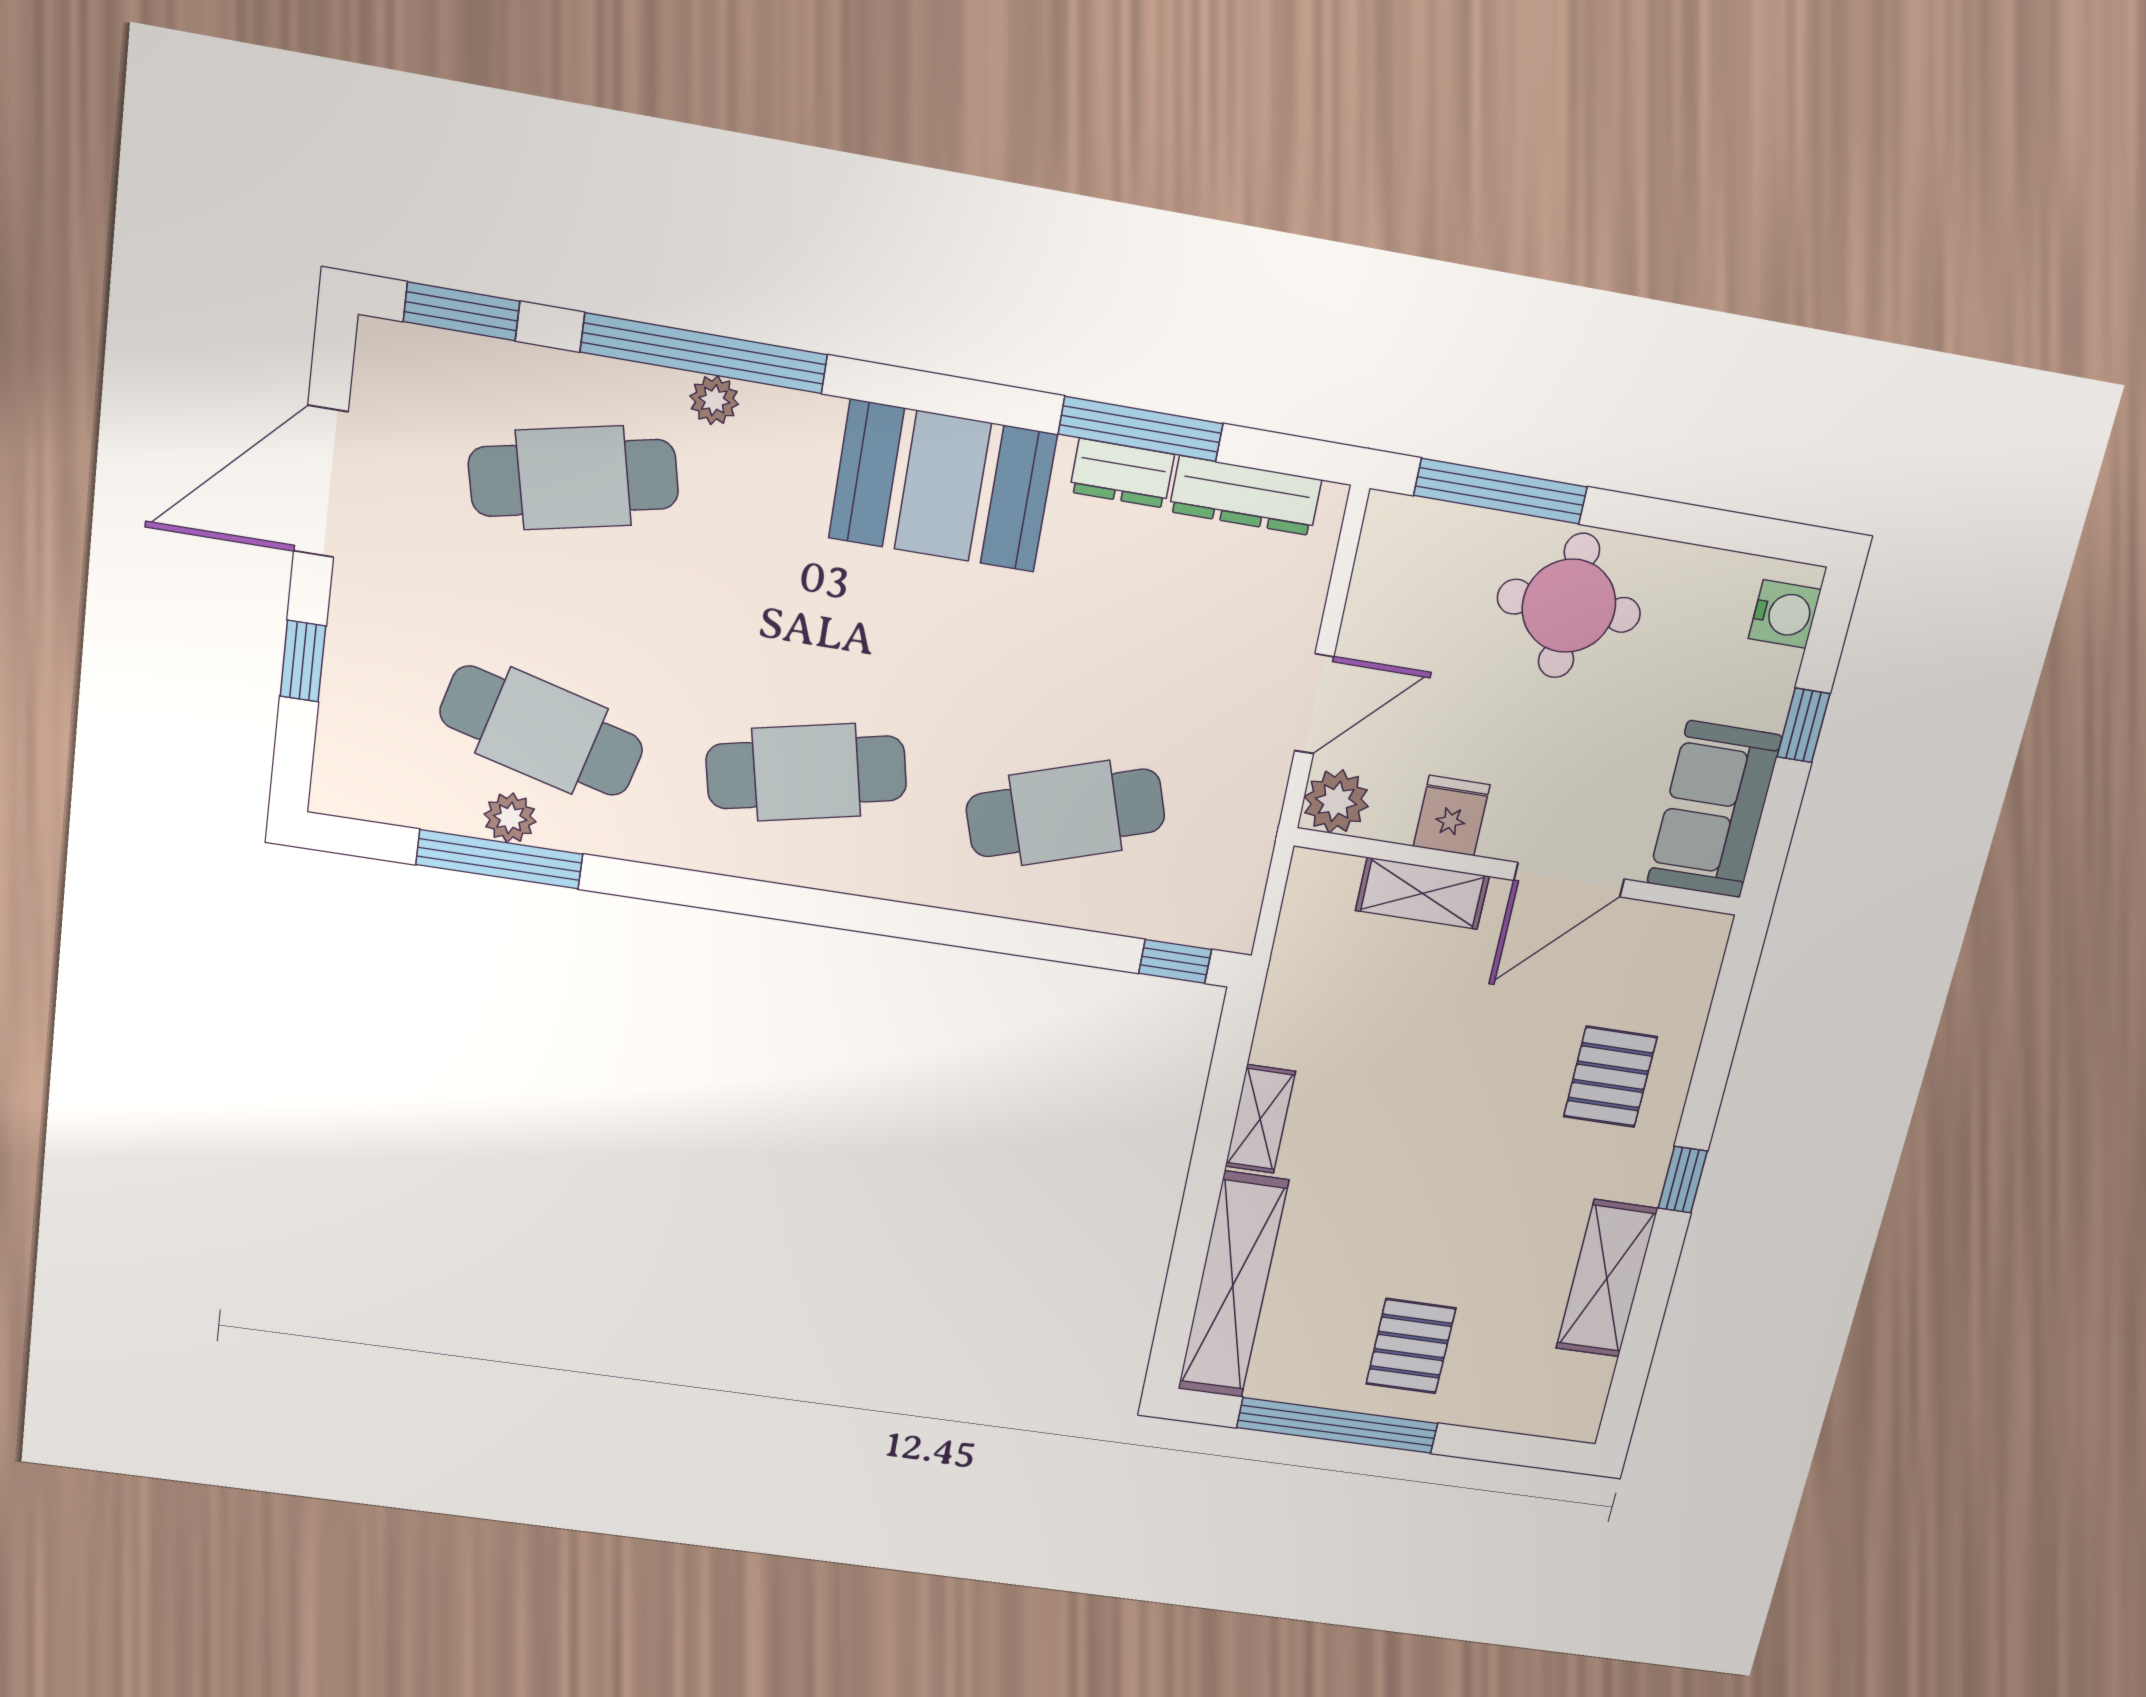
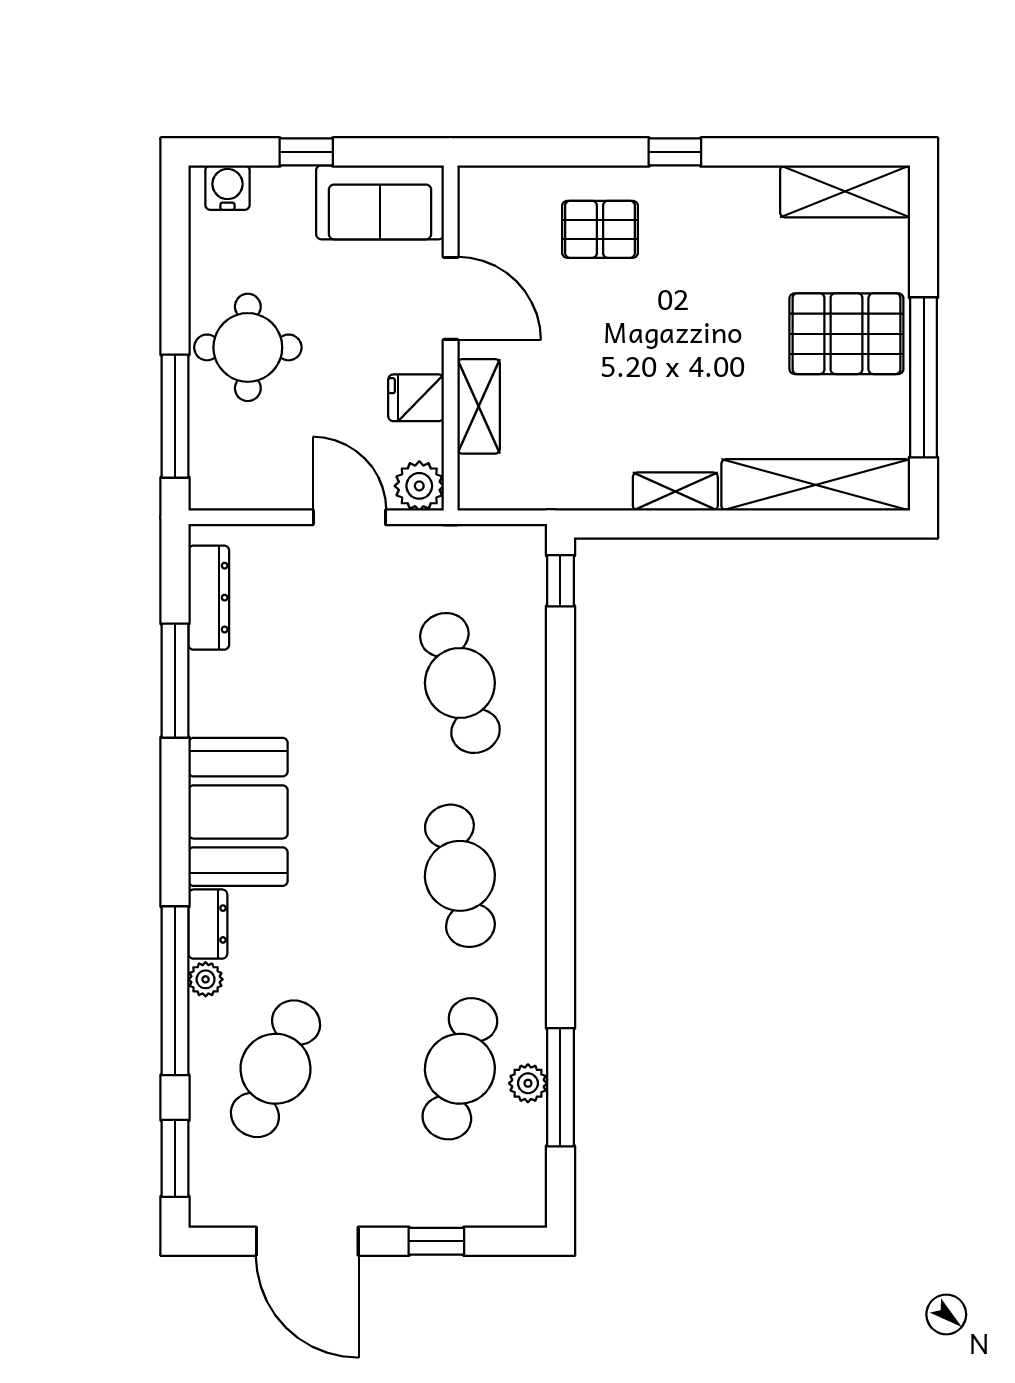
dresser: (1122, 473) -> (208, 924), moved
cafe table: (573, 478) -> (276, 1069), turned 36
shelving: (1607, 1279) -> (845, 191), moved
pallet: (1411, 1346) -> (846, 334), width x1.50, depth x1.42

